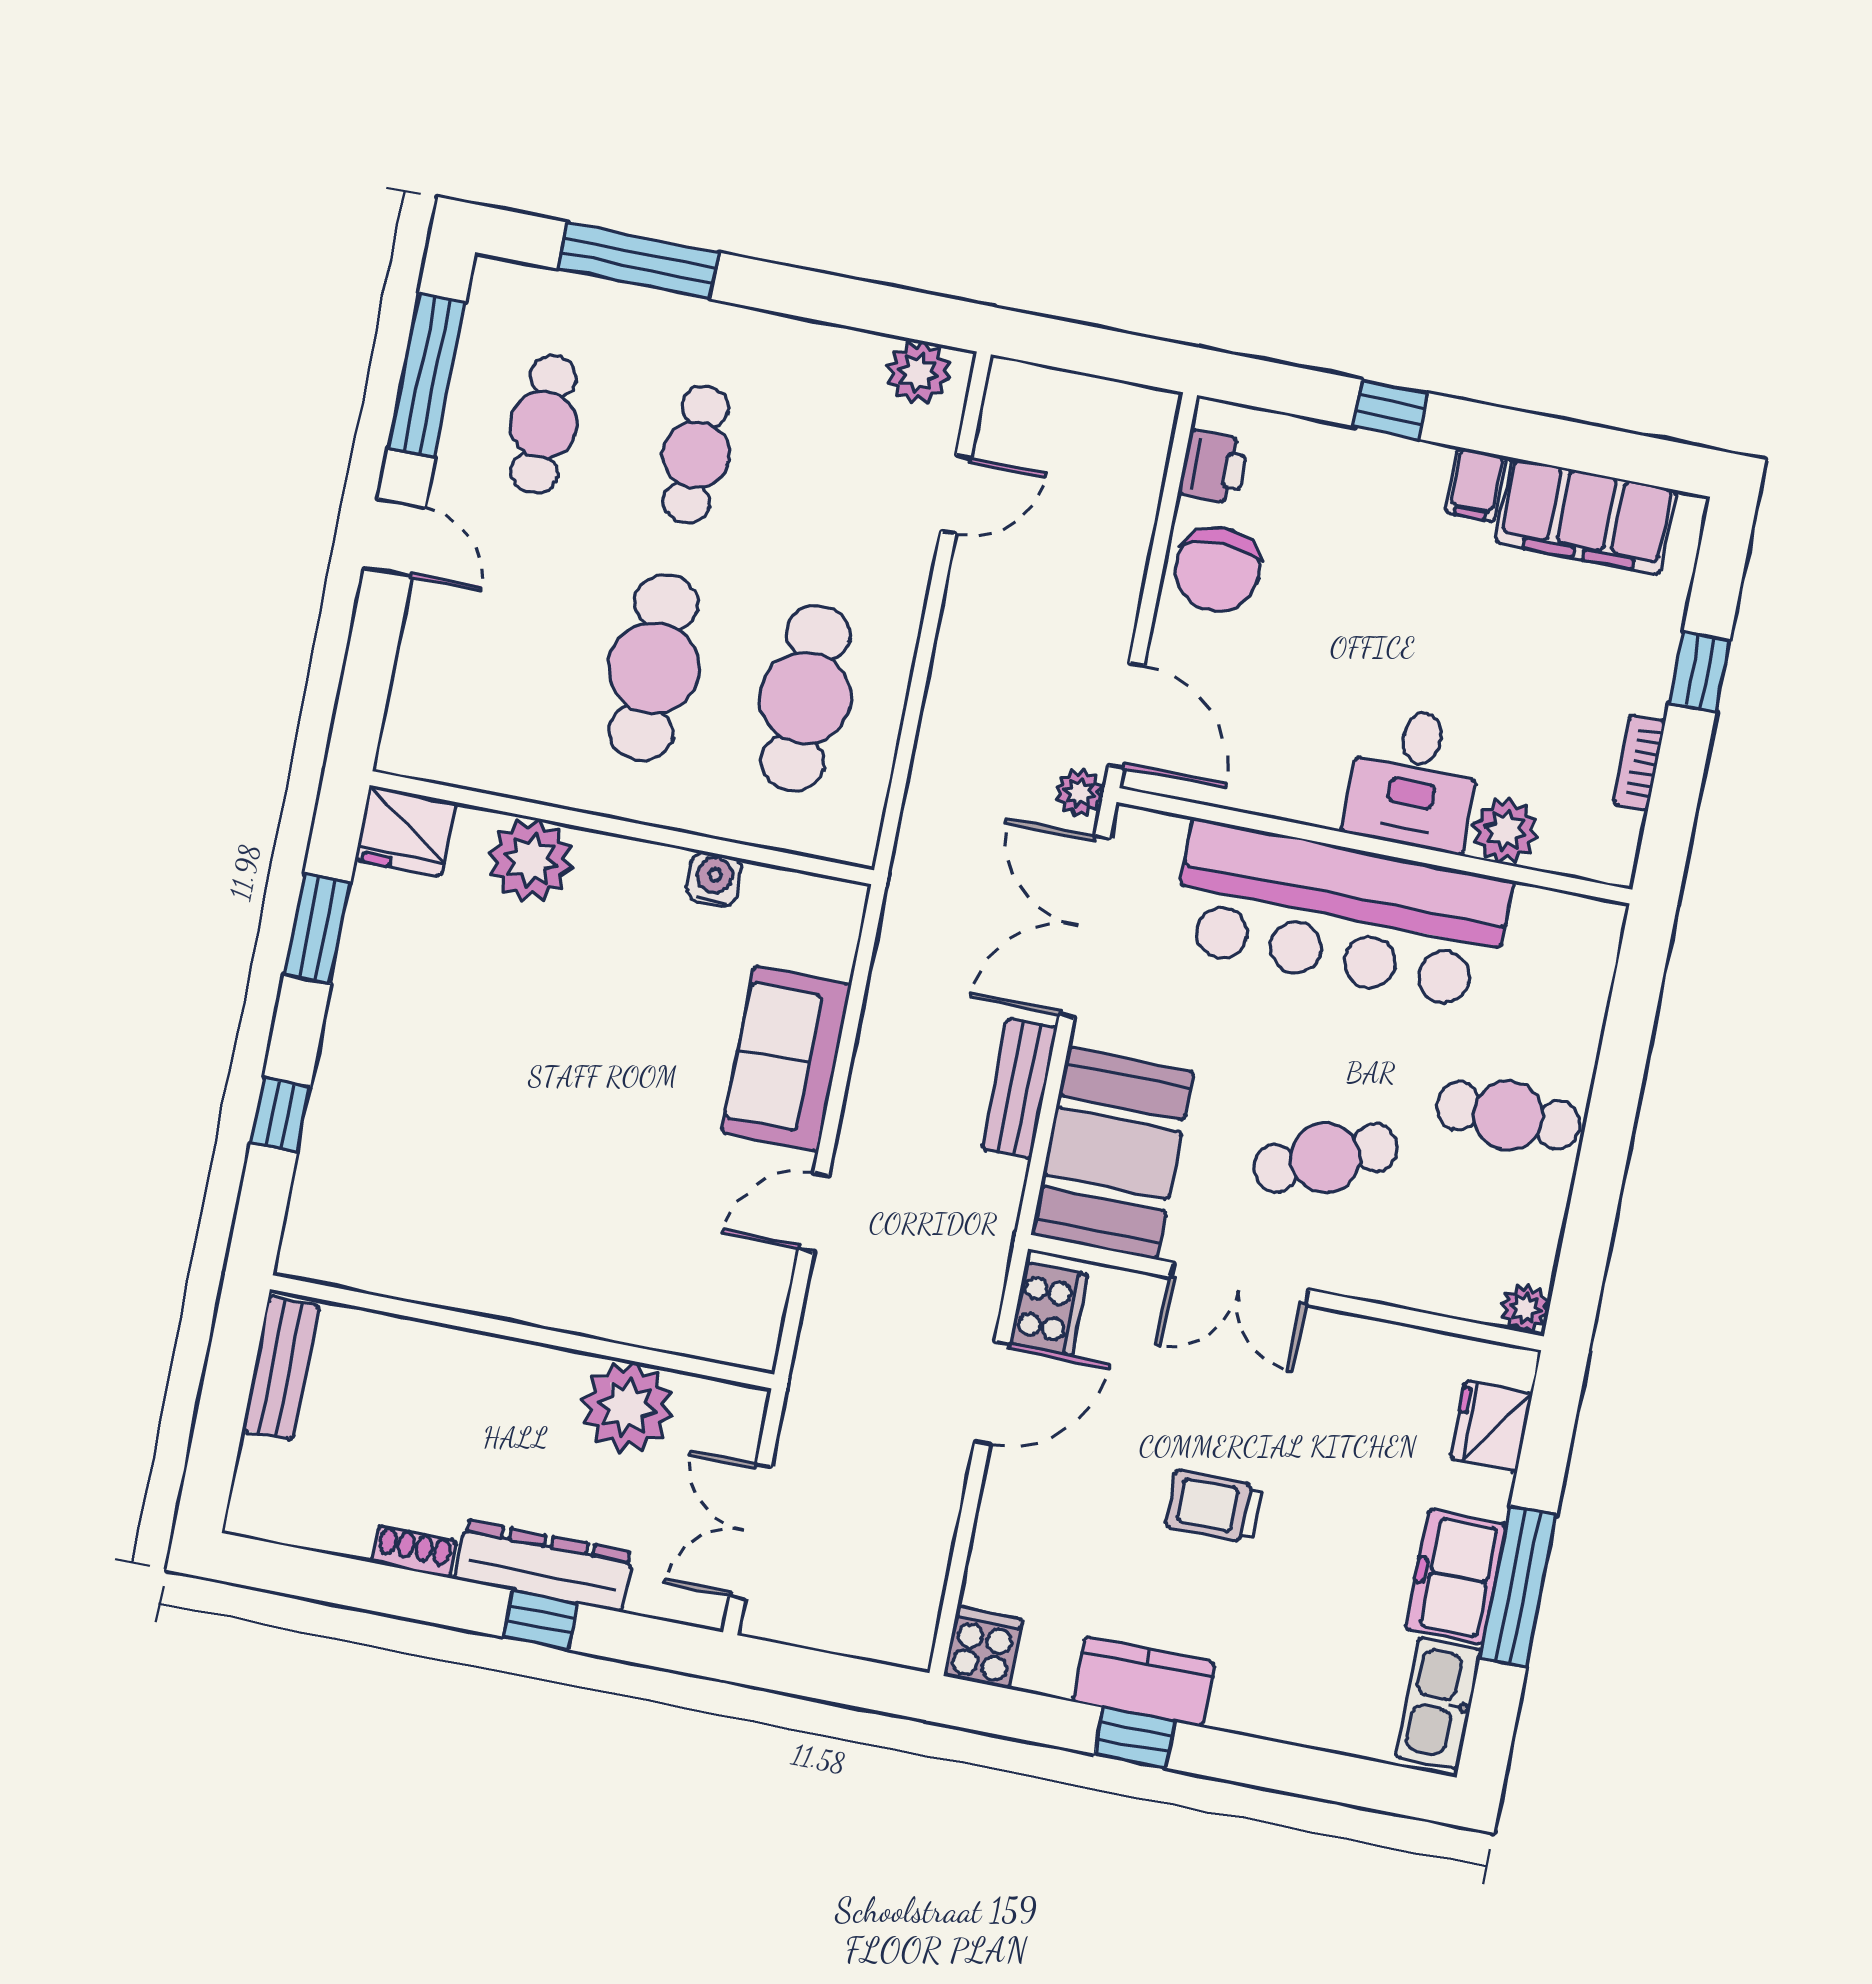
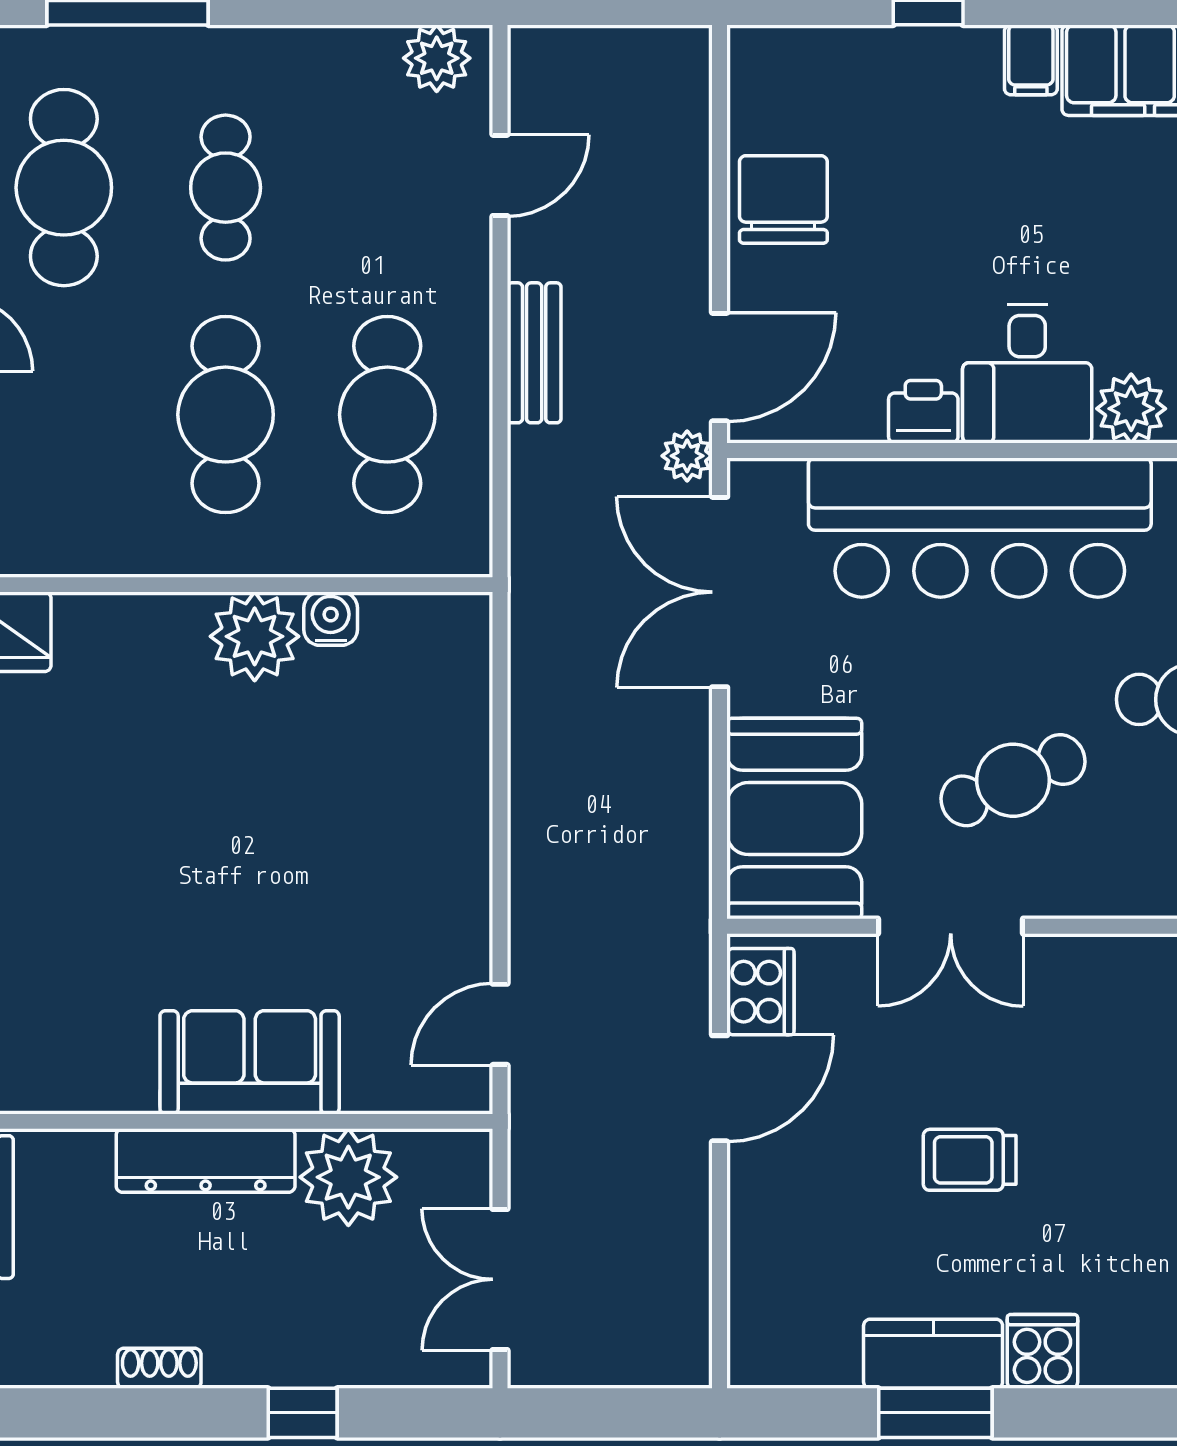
cafe table: (544, 425) -> (64, 188), width x1.37, depth x1.35
printer: (1213, 467) -> (923, 412), moved, turned -90
chair: (1218, 570) -> (783, 200), turned 180
door: (1126, 715) -> (720, 367), hinge flipped
plant: (531, 860) -> (255, 636), moved
sofa: (786, 1059) -> (250, 1062), moved, turned 90
bench: (1019, 1088) -> (534, 353), moved
door: (814, 1212) -> (500, 1024), moved
dresser: (544, 1566) -> (206, 1161), moved, turned 180
cooker: (983, 1648) -> (1042, 1351), moved
window: (1135, 1738) -> (935, 1413), width x1.50

